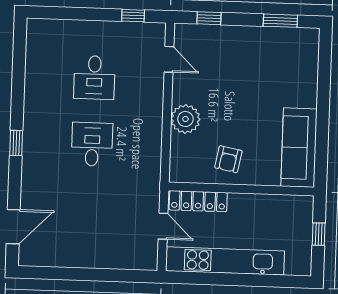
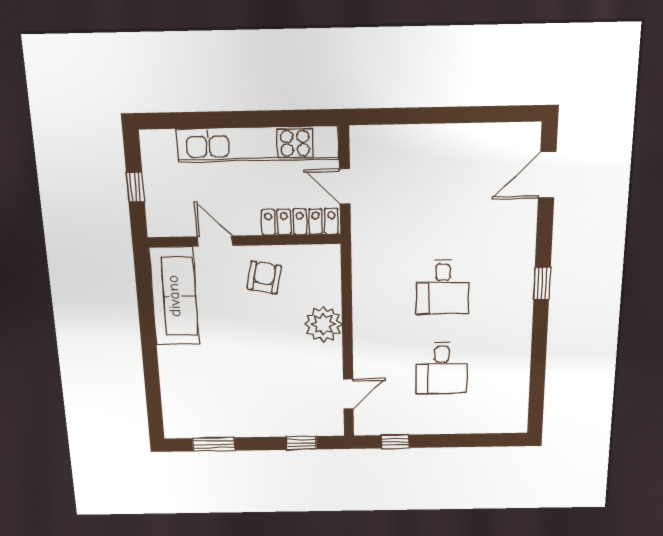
door: (169, 59) -> (348, 394), swing flipped
desk: (94, 77) -> (442, 368), turned 180
door: (263, 190) -> (215, 241), added

